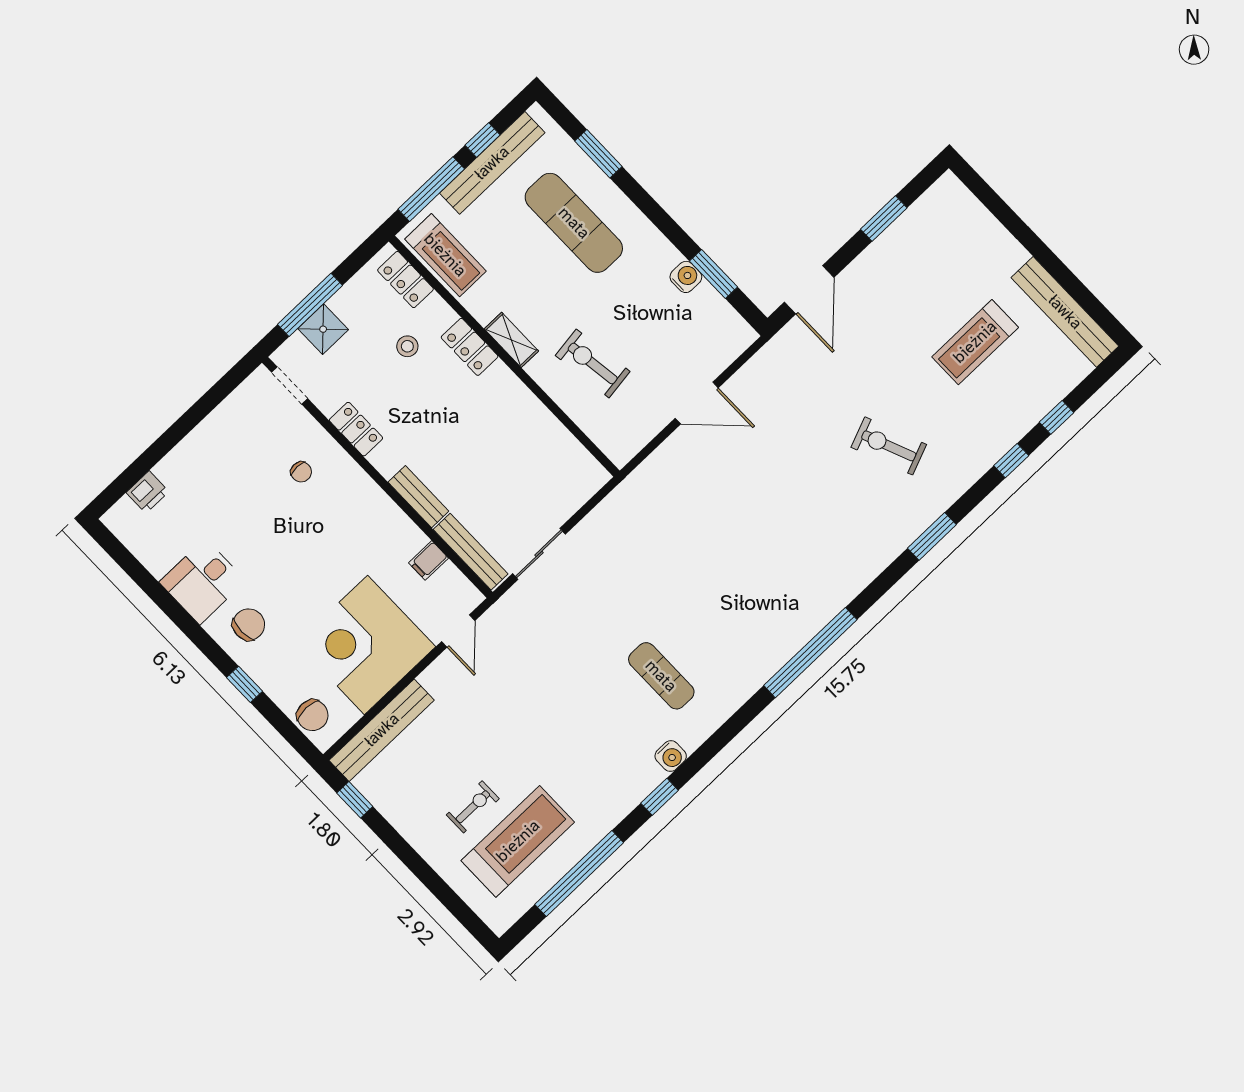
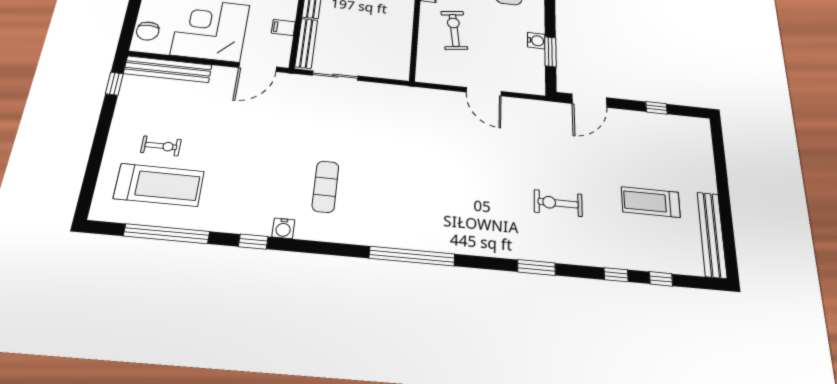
window: (884, 219) -> (656, 108), width x0.67
exercise bike: (889, 446) -> (558, 203), turned -68
door: (458, 631) -> (258, 67), width x1.38

